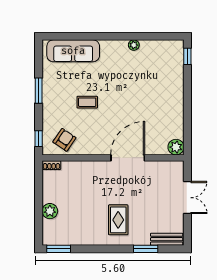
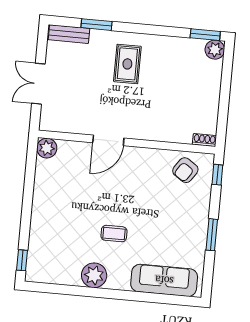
plant: (134, 45) -> (94, 275), width x1.88, depth x1.88
coffee table: (87, 102) -> (114, 234), moved
door: (128, 158) -> (108, 140), width x0.73
plant: (50, 211) -> (215, 50), moved

